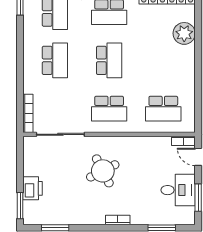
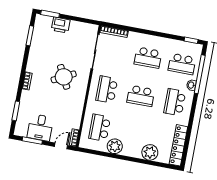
plant: (185, 83) -> (115, 146), added

